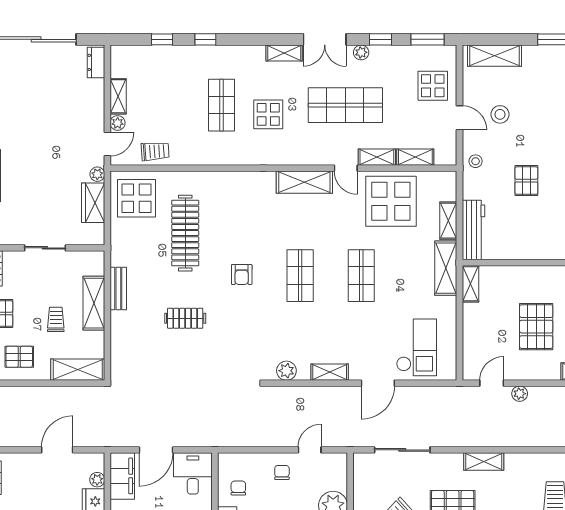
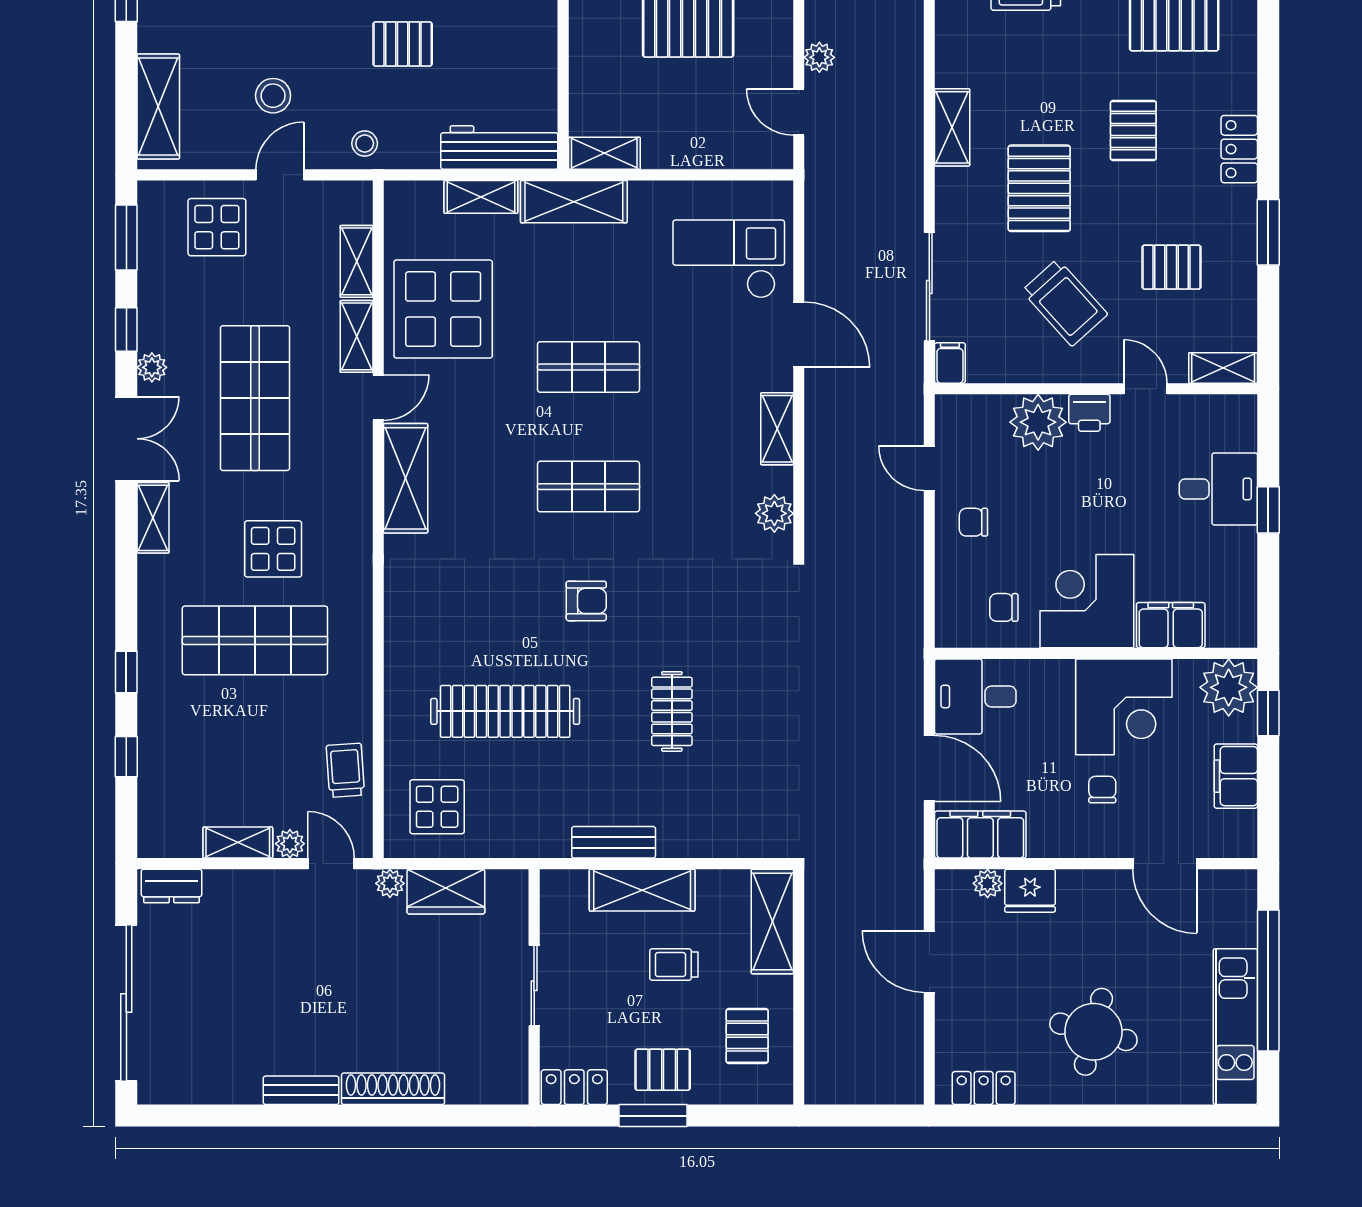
shop shelf: (221, 105) -> (255, 640), width x1.43, depth x1.36
display table: (136, 198) -> (437, 807), width x0.73, depth x0.73
filing cabinet: (363, 460) -> (950, 363), added

